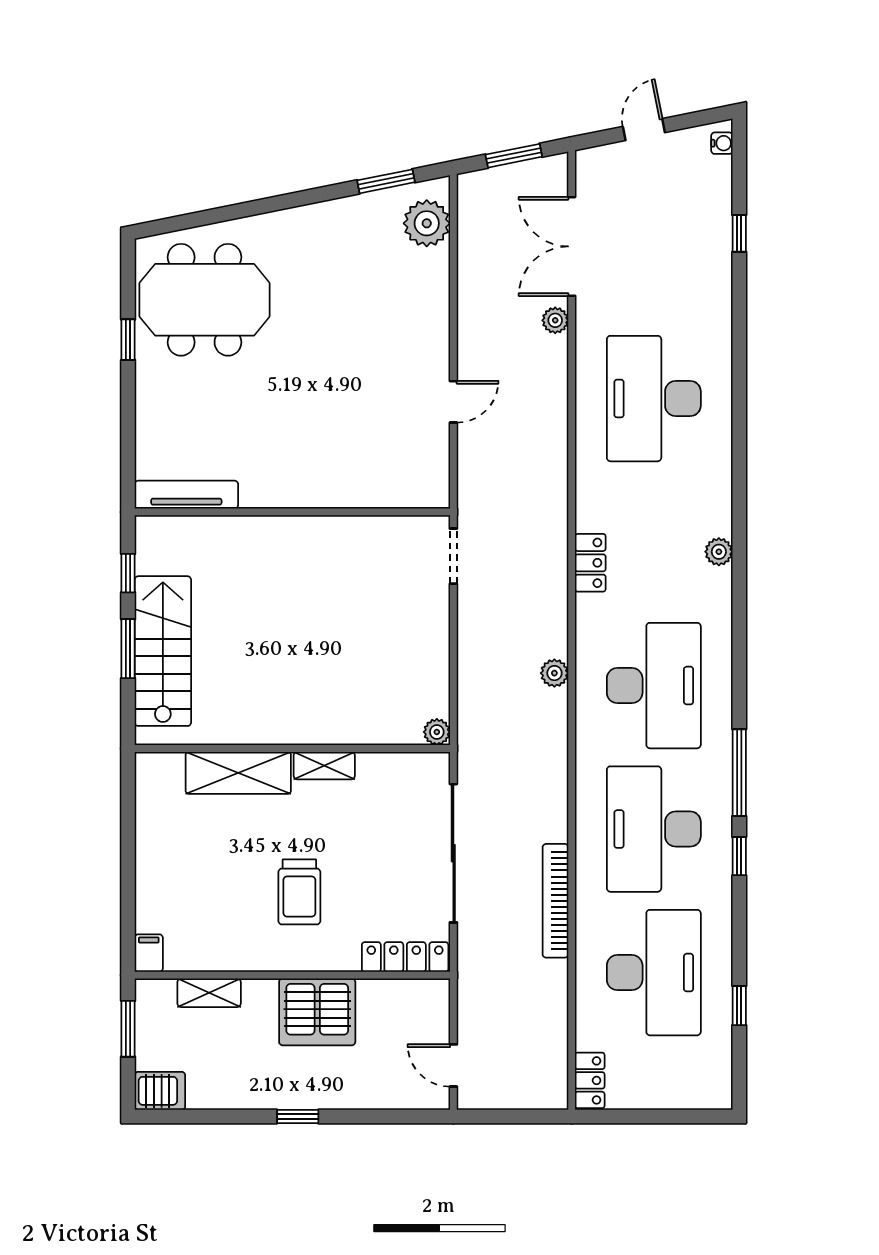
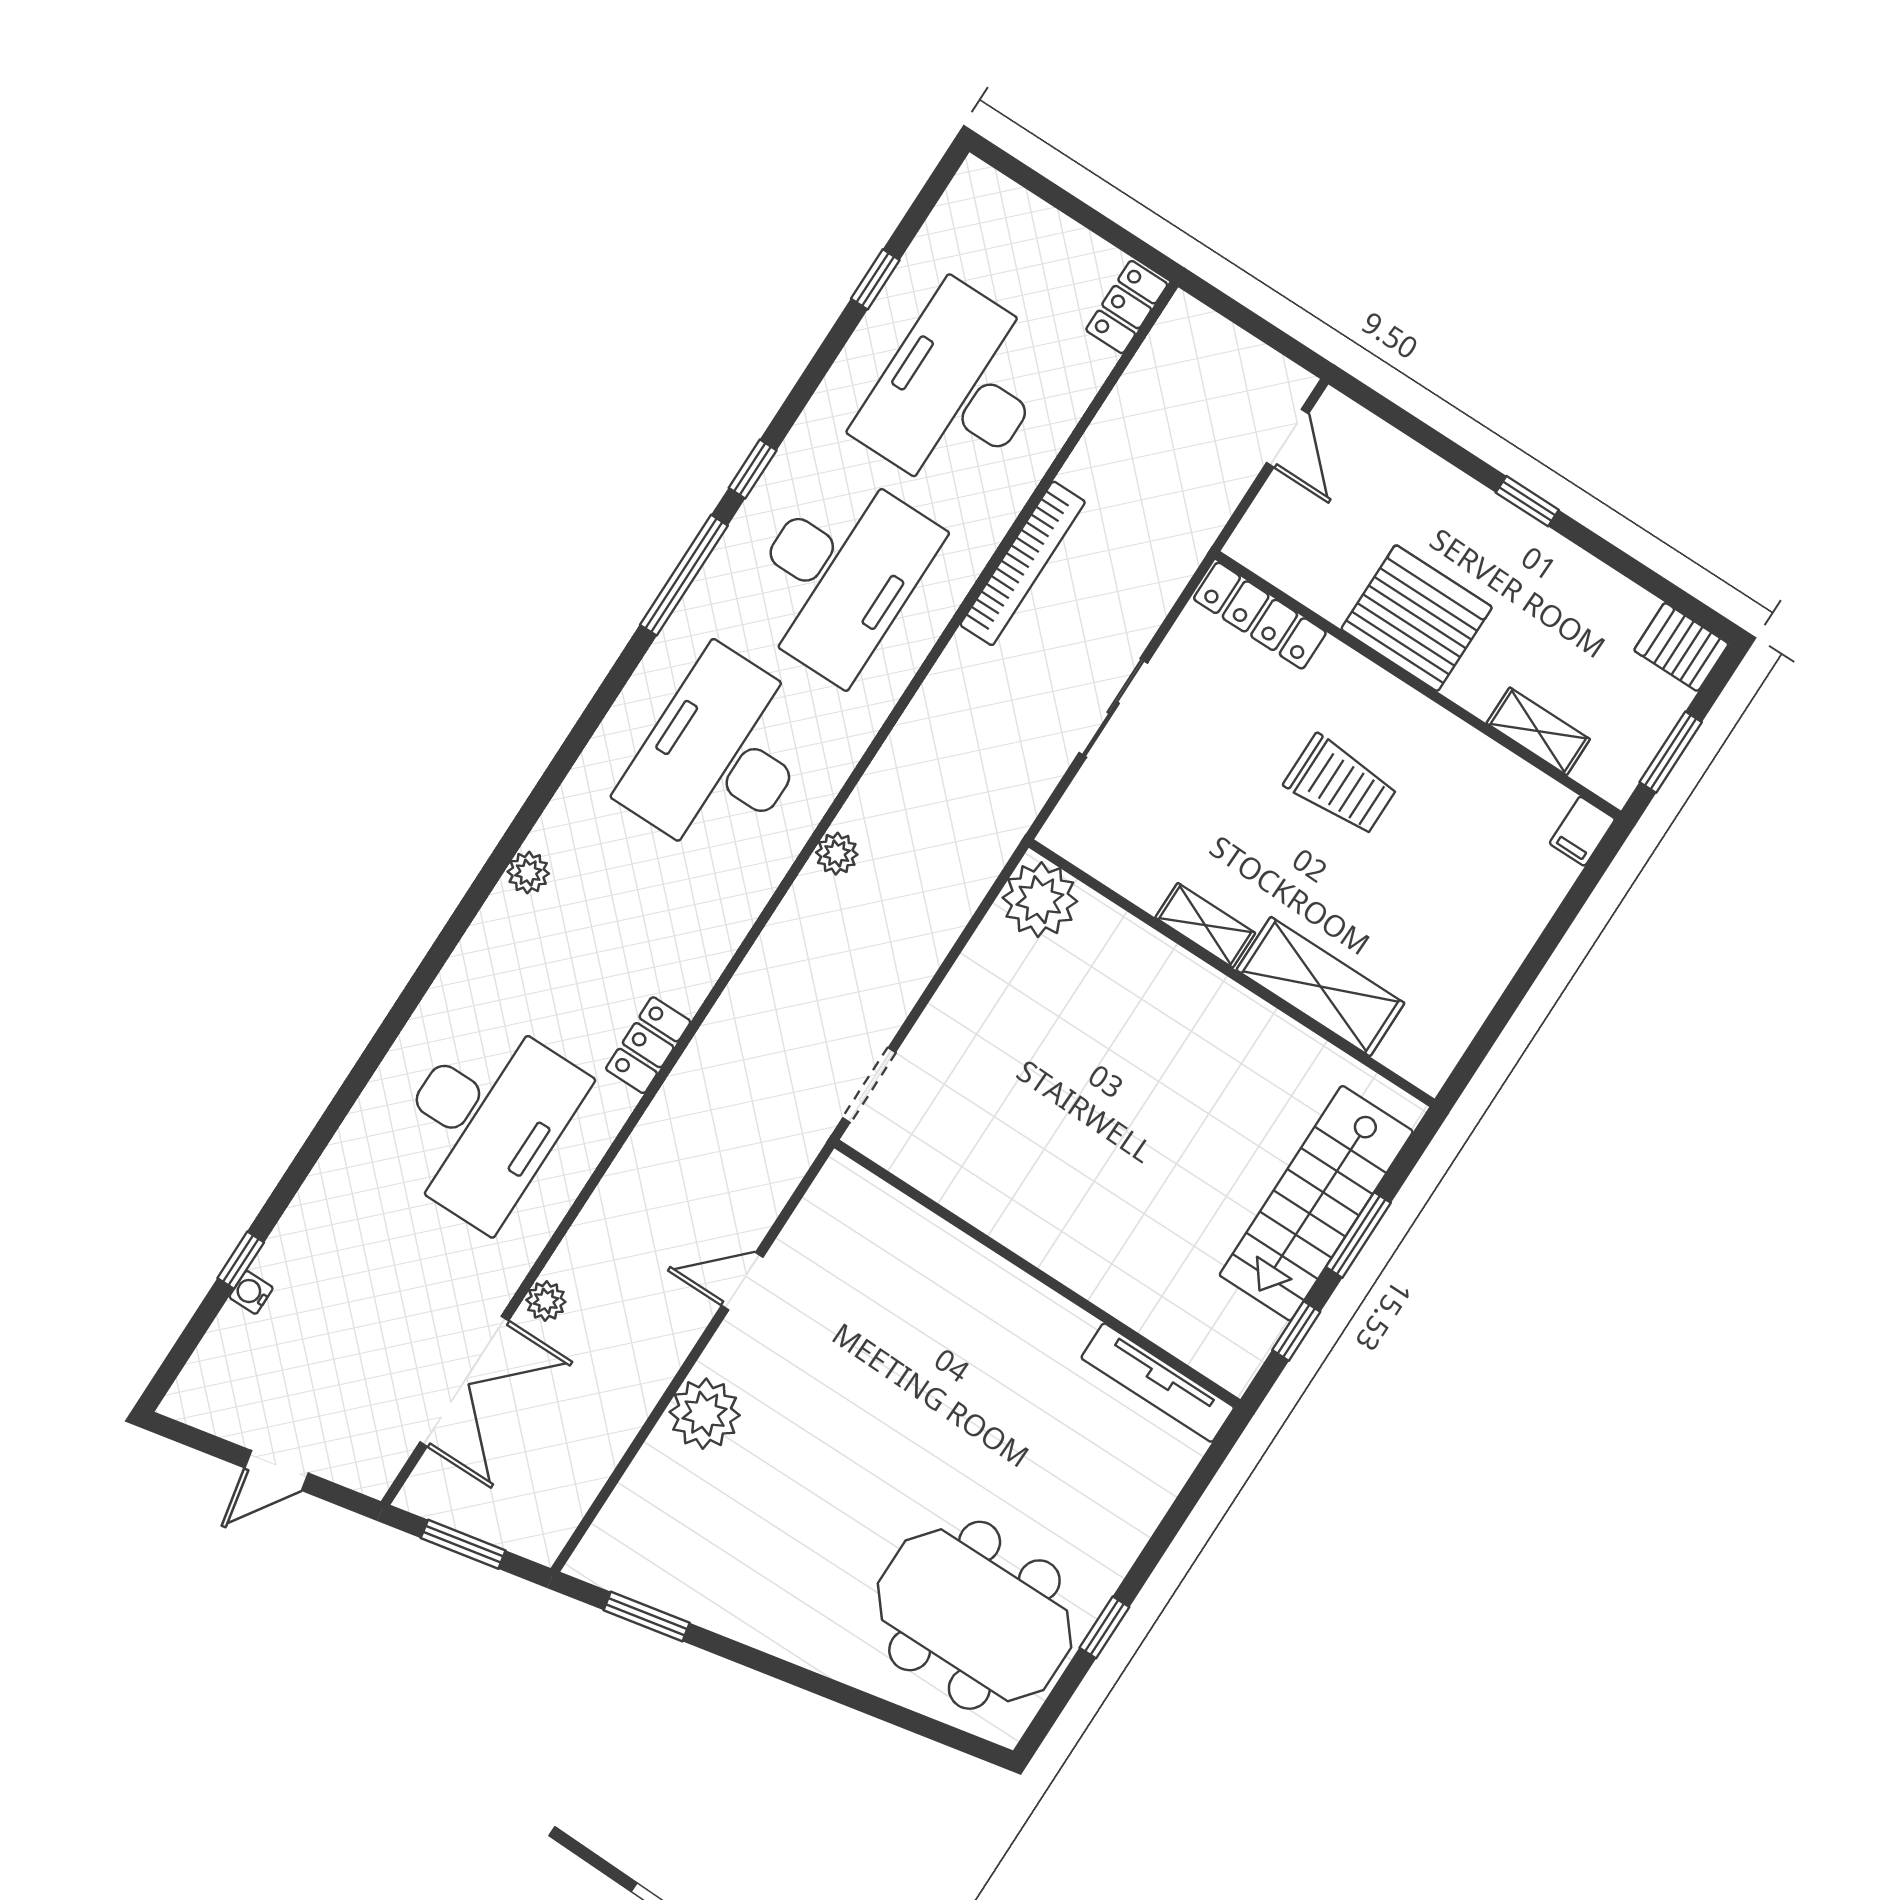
water cooler: (722, 143) -> (251, 1292), moved
plant: (427, 223) -> (705, 1414), moved
locker: (590, 563) -> (648, 1045), moved
plant: (437, 732) -> (1040, 900), width x1.88, depth x1.88
sliding door: (453, 853) -> (1113, 708), width x0.54
trolley: (299, 892) -> (1341, 785), turned 90

